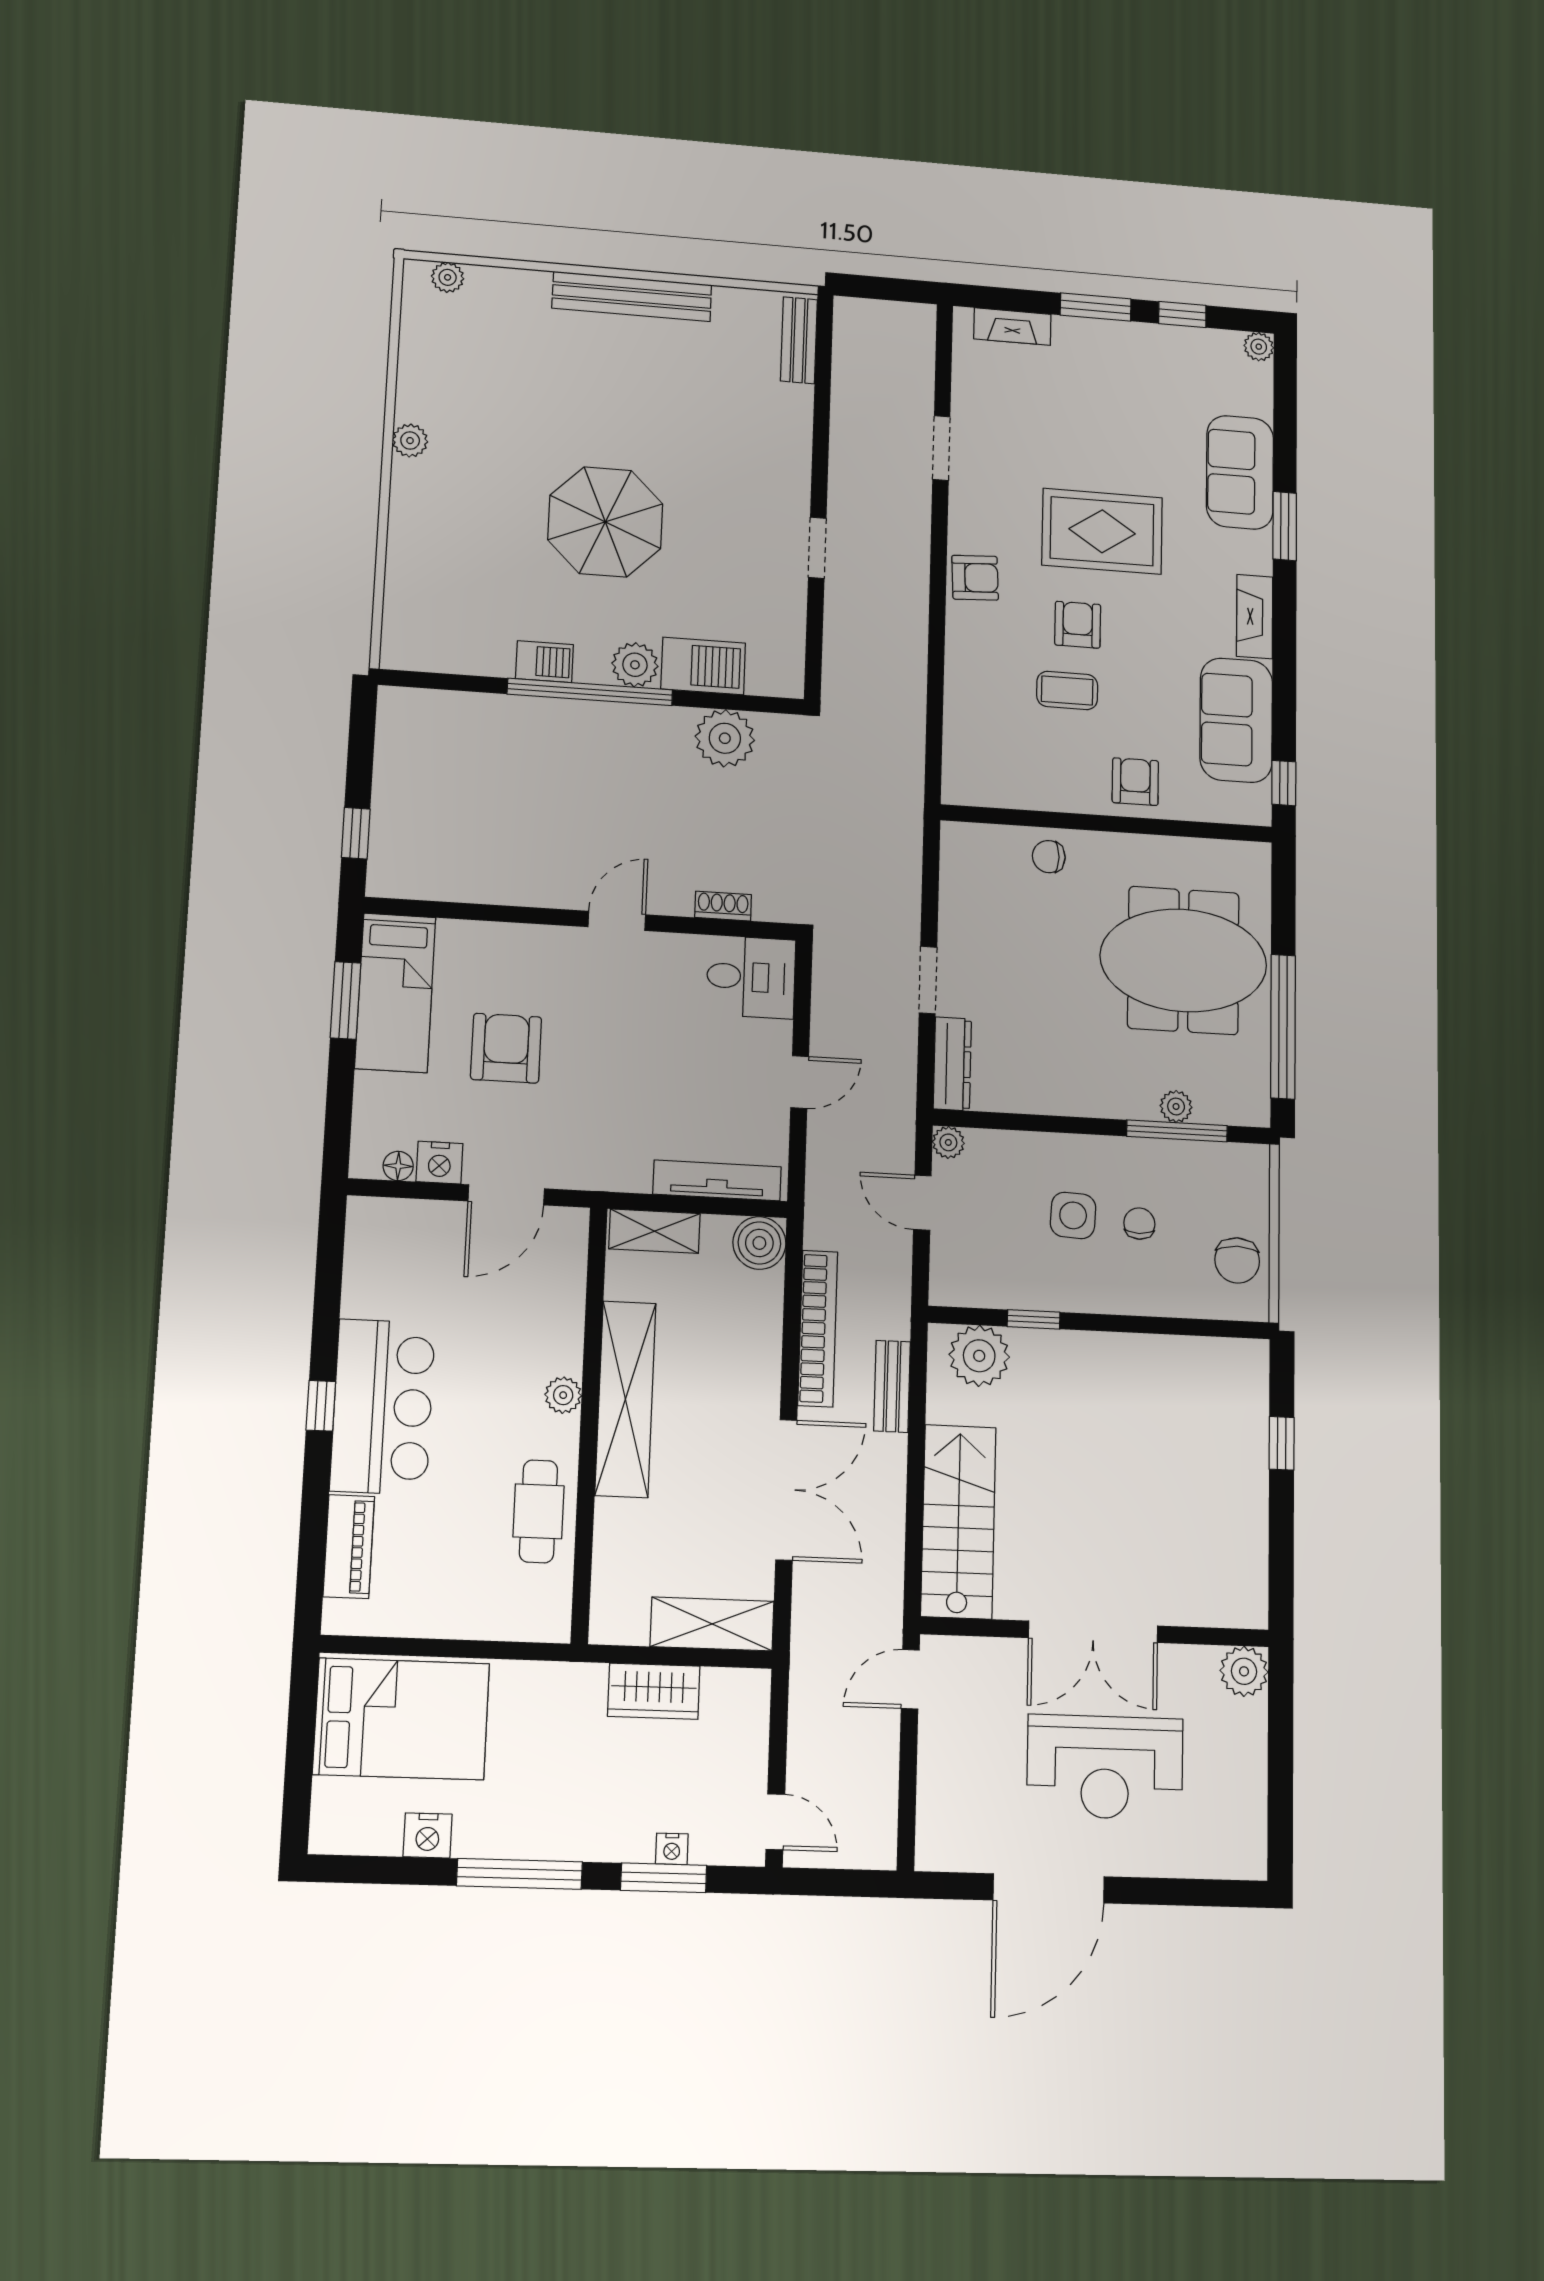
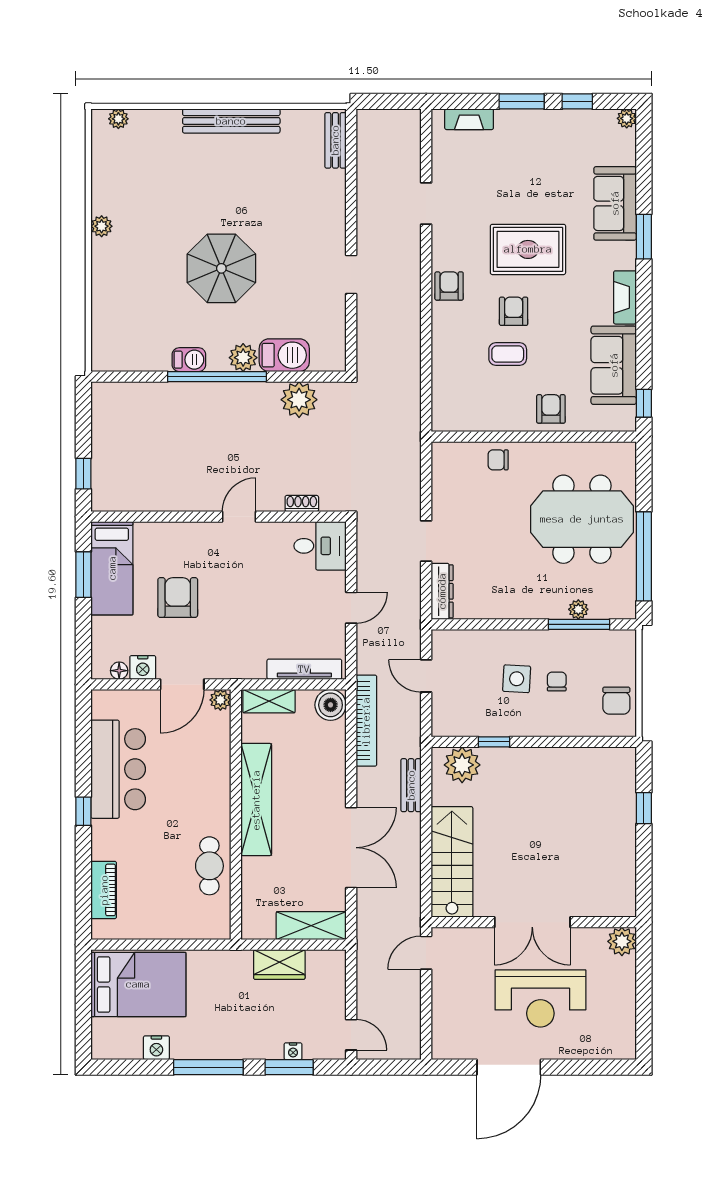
armchair: (975, 578) -> (449, 286), turned -87
plant: (948, 1142) -> (441, 639), removed
bookcase: (818, 1328) -> (366, 721), moved
plant: (563, 1395) -> (220, 700), moved
bar counter: (383, 1407) -> (118, 769), moved

